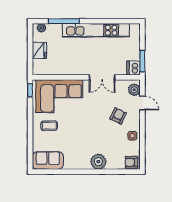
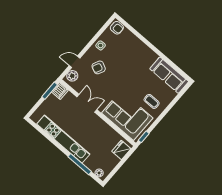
fridge: (39, 51) -> (121, 150), moved
door: (142, 103) -> (74, 62), hinge flipped
sofa: (48, 160) -> (169, 75), width x1.36
plant: (98, 162) -> (139, 48), removed

